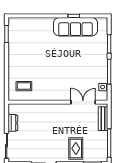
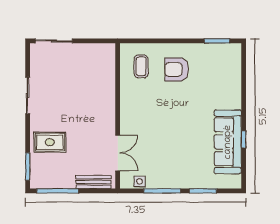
armchair: (26, 62) -> (177, 70), added
dresser: (13, 123) -> (87, 50), removed

